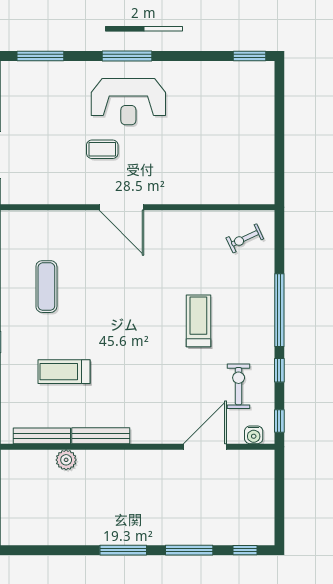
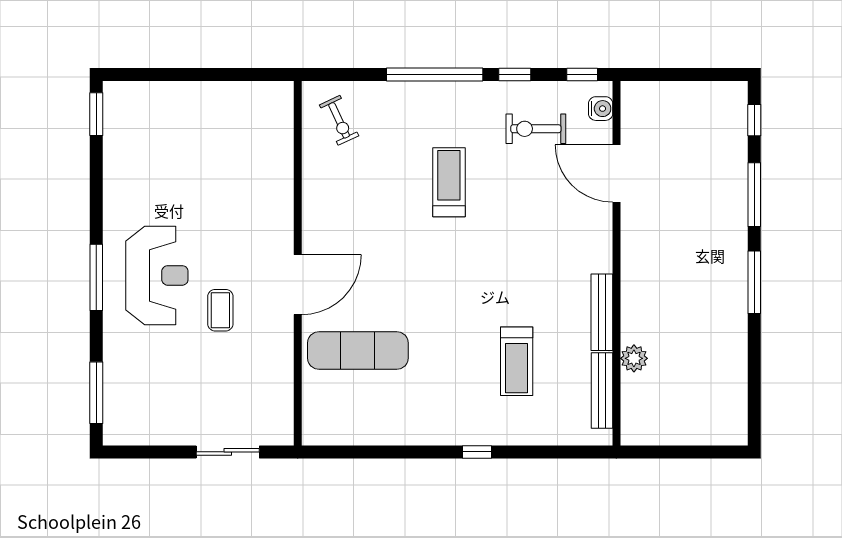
exercise mat: (46, 287) -> (358, 351), moved, width x1.36, depth x1.45
treadmill: (198, 321) -> (449, 182), turned 90

